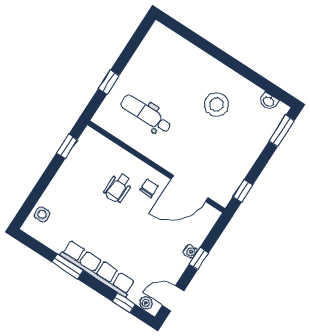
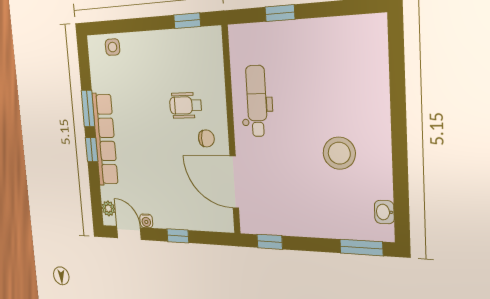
dental chair: (146, 114) -> (257, 101), moved
water cooler: (190, 251) -> (146, 221), moved
window: (124, 303) -> (92, 149), moved

